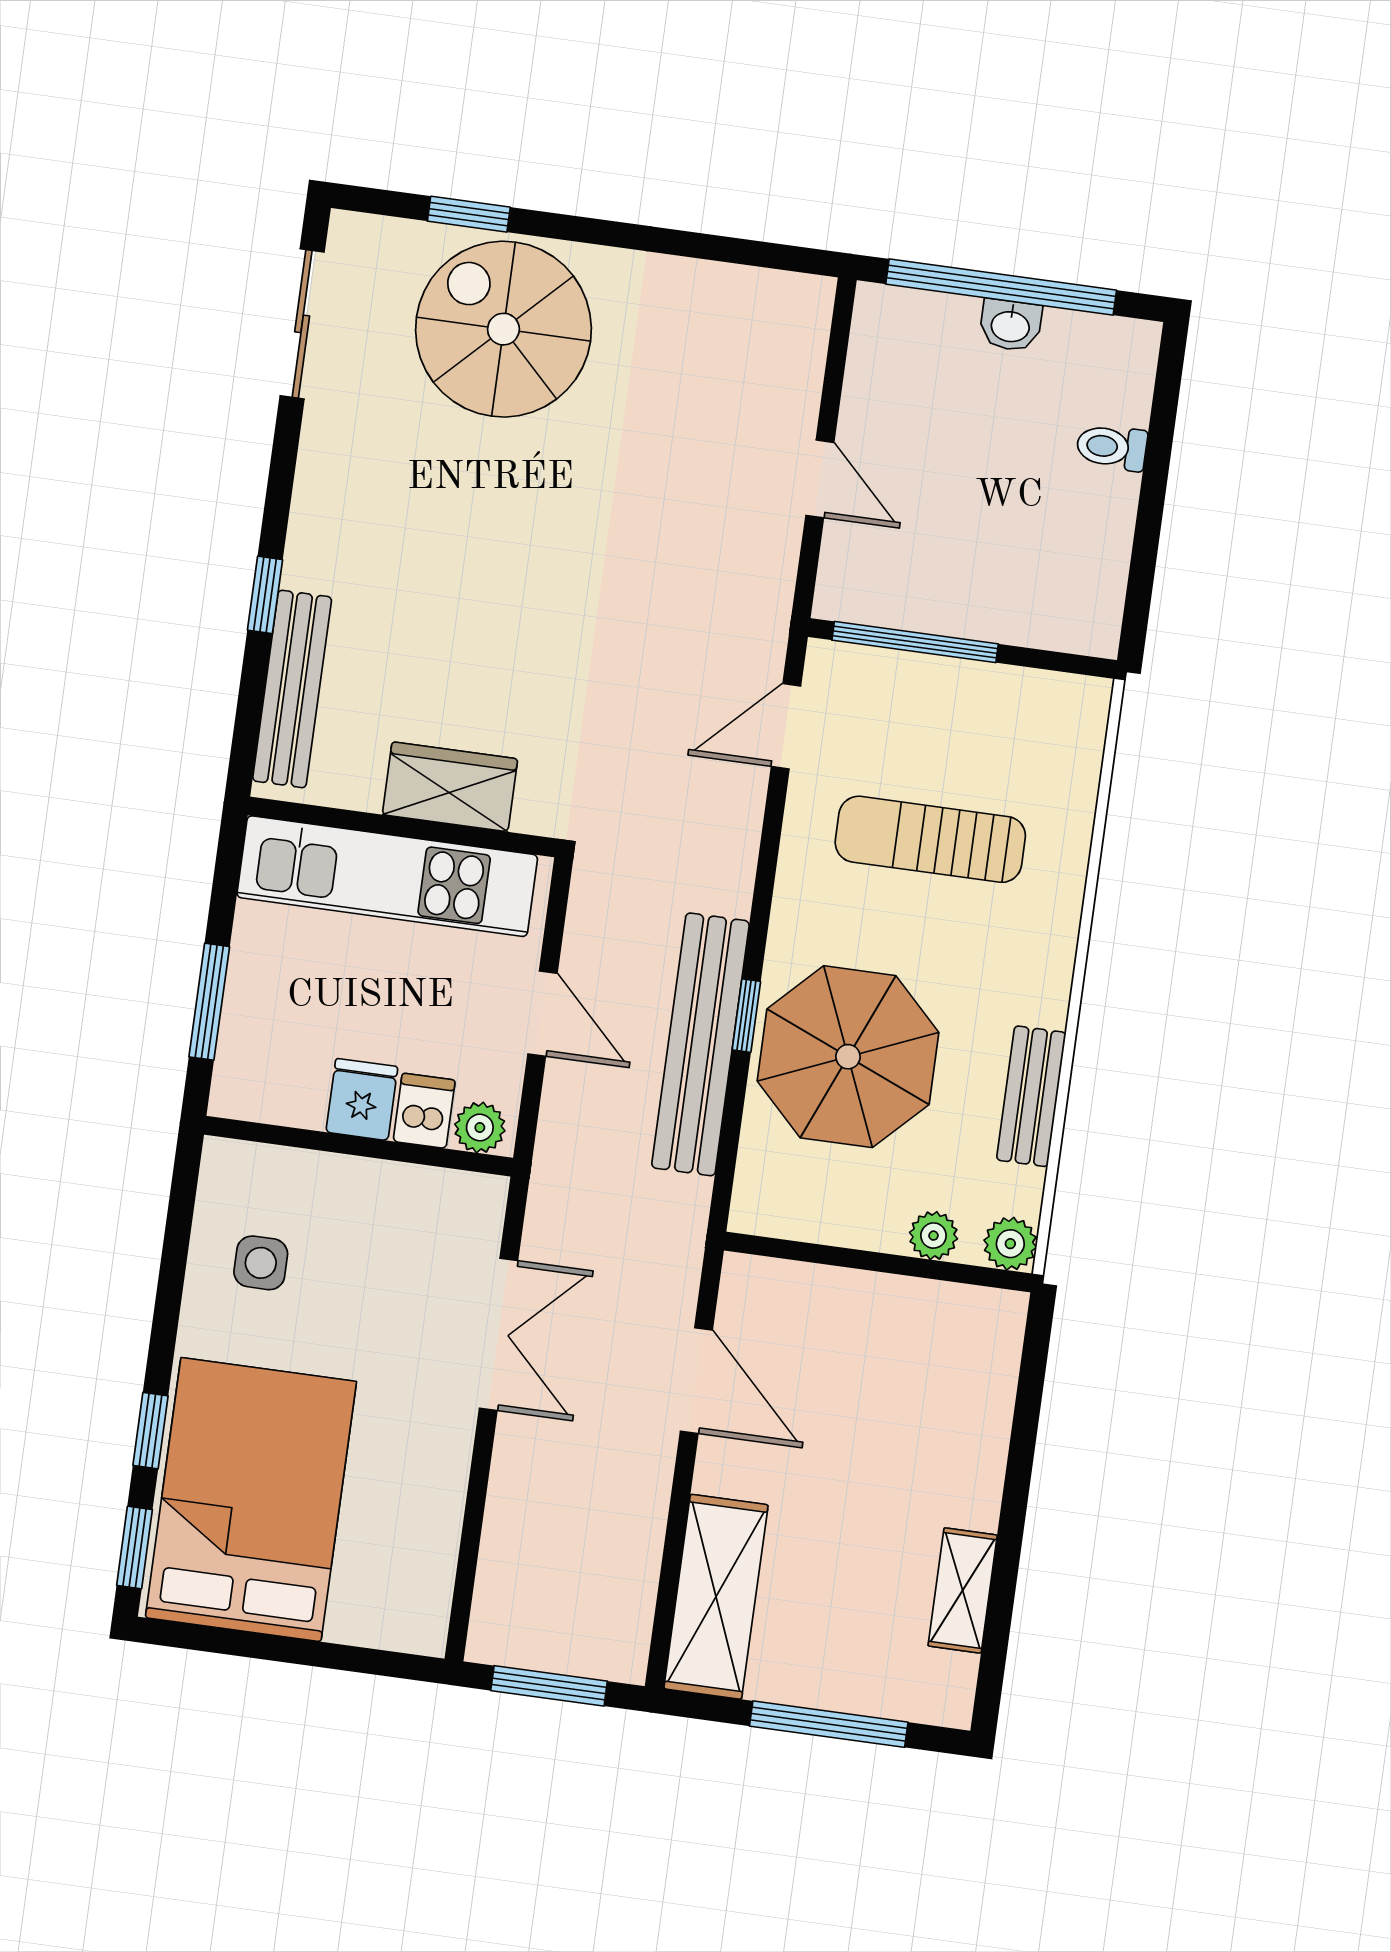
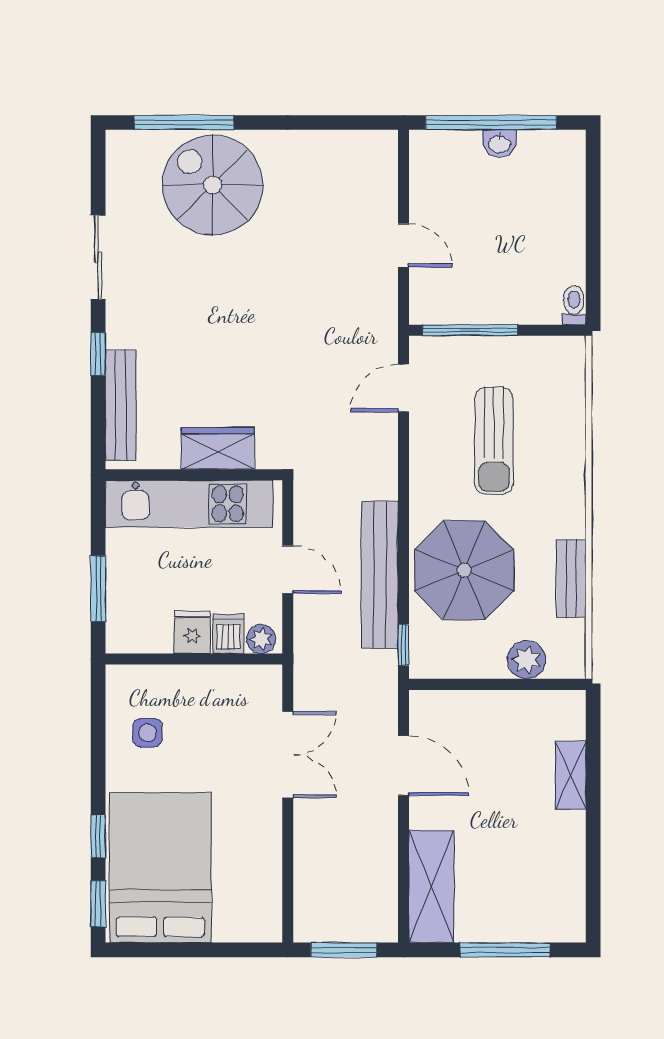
window: (469, 214) -> (184, 123), width x2.17
sliding door: (302, 324) -> (98, 257), moved
toilet: (1112, 447) -> (574, 305), moved, turned 90
sun lounger: (930, 839) -> (494, 441), turned -90
window: (746, 1016) -> (403, 645), moved
plant: (933, 1236) -> (527, 660), width x1.38, depth x1.38
plant: (1010, 1244) -> (571, 664), removed
shelving: (963, 1590) -> (571, 775), moved

